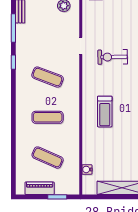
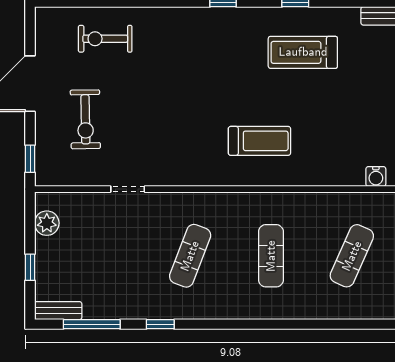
exercise bike: (113, 57) -> (85, 119), moved

